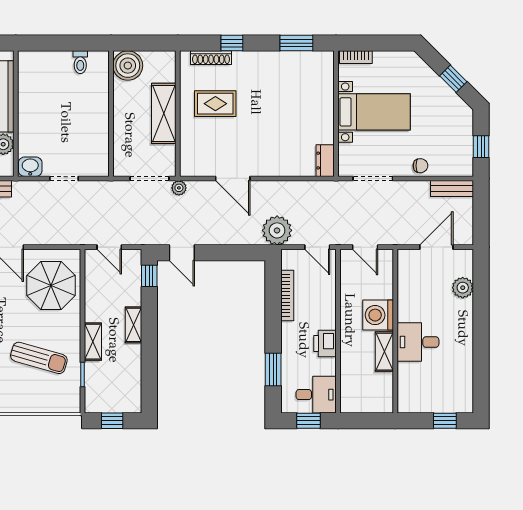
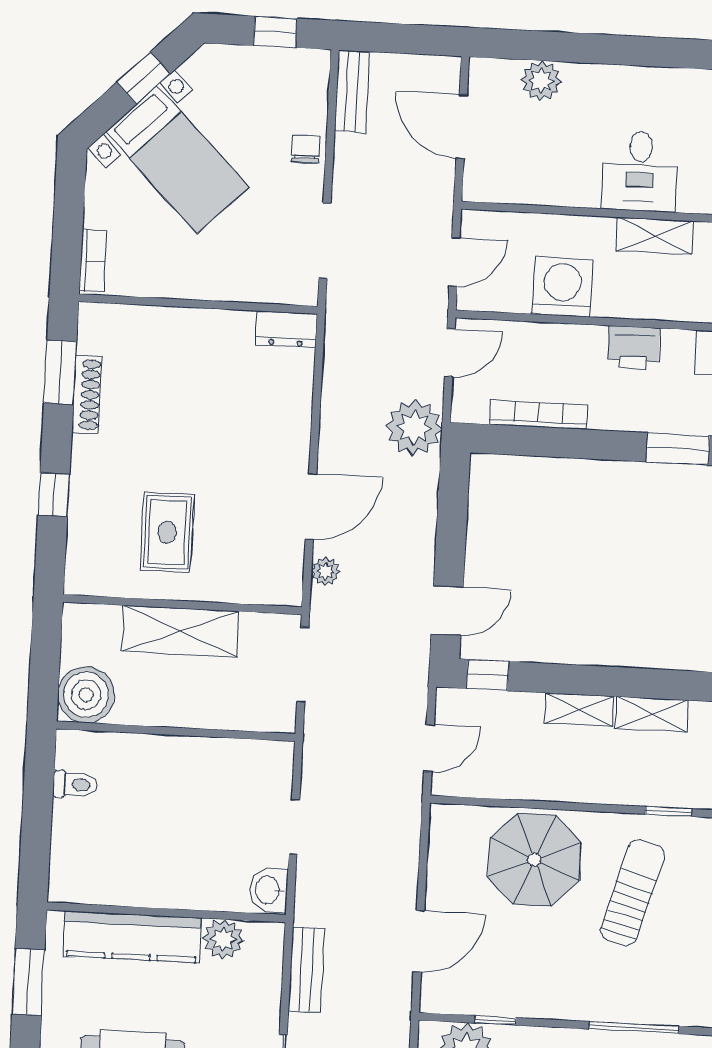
shoe rack: (211, 58) -> (87, 395), moved
bed with nightstands: (374, 112) -> (177, 160), moved, turned 135
plant: (179, 188) -> (325, 571), moved
parasol: (51, 285) -> (534, 860), moved
washing machine: (378, 315) -> (562, 287), moved, turned 180
shelving: (93, 342) -> (652, 714), moved

